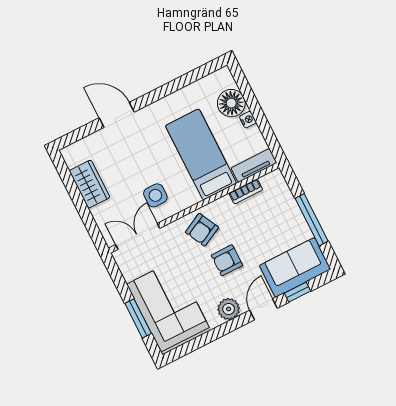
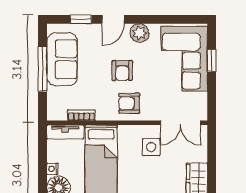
armchair: (202, 230) -> (129, 103), turned -153
armchair: (227, 260) -> (122, 70), turned 90
sofa: (295, 267) -> (62, 59), moved, turned -90
window: (138, 318) -> (212, 61), width x0.67

